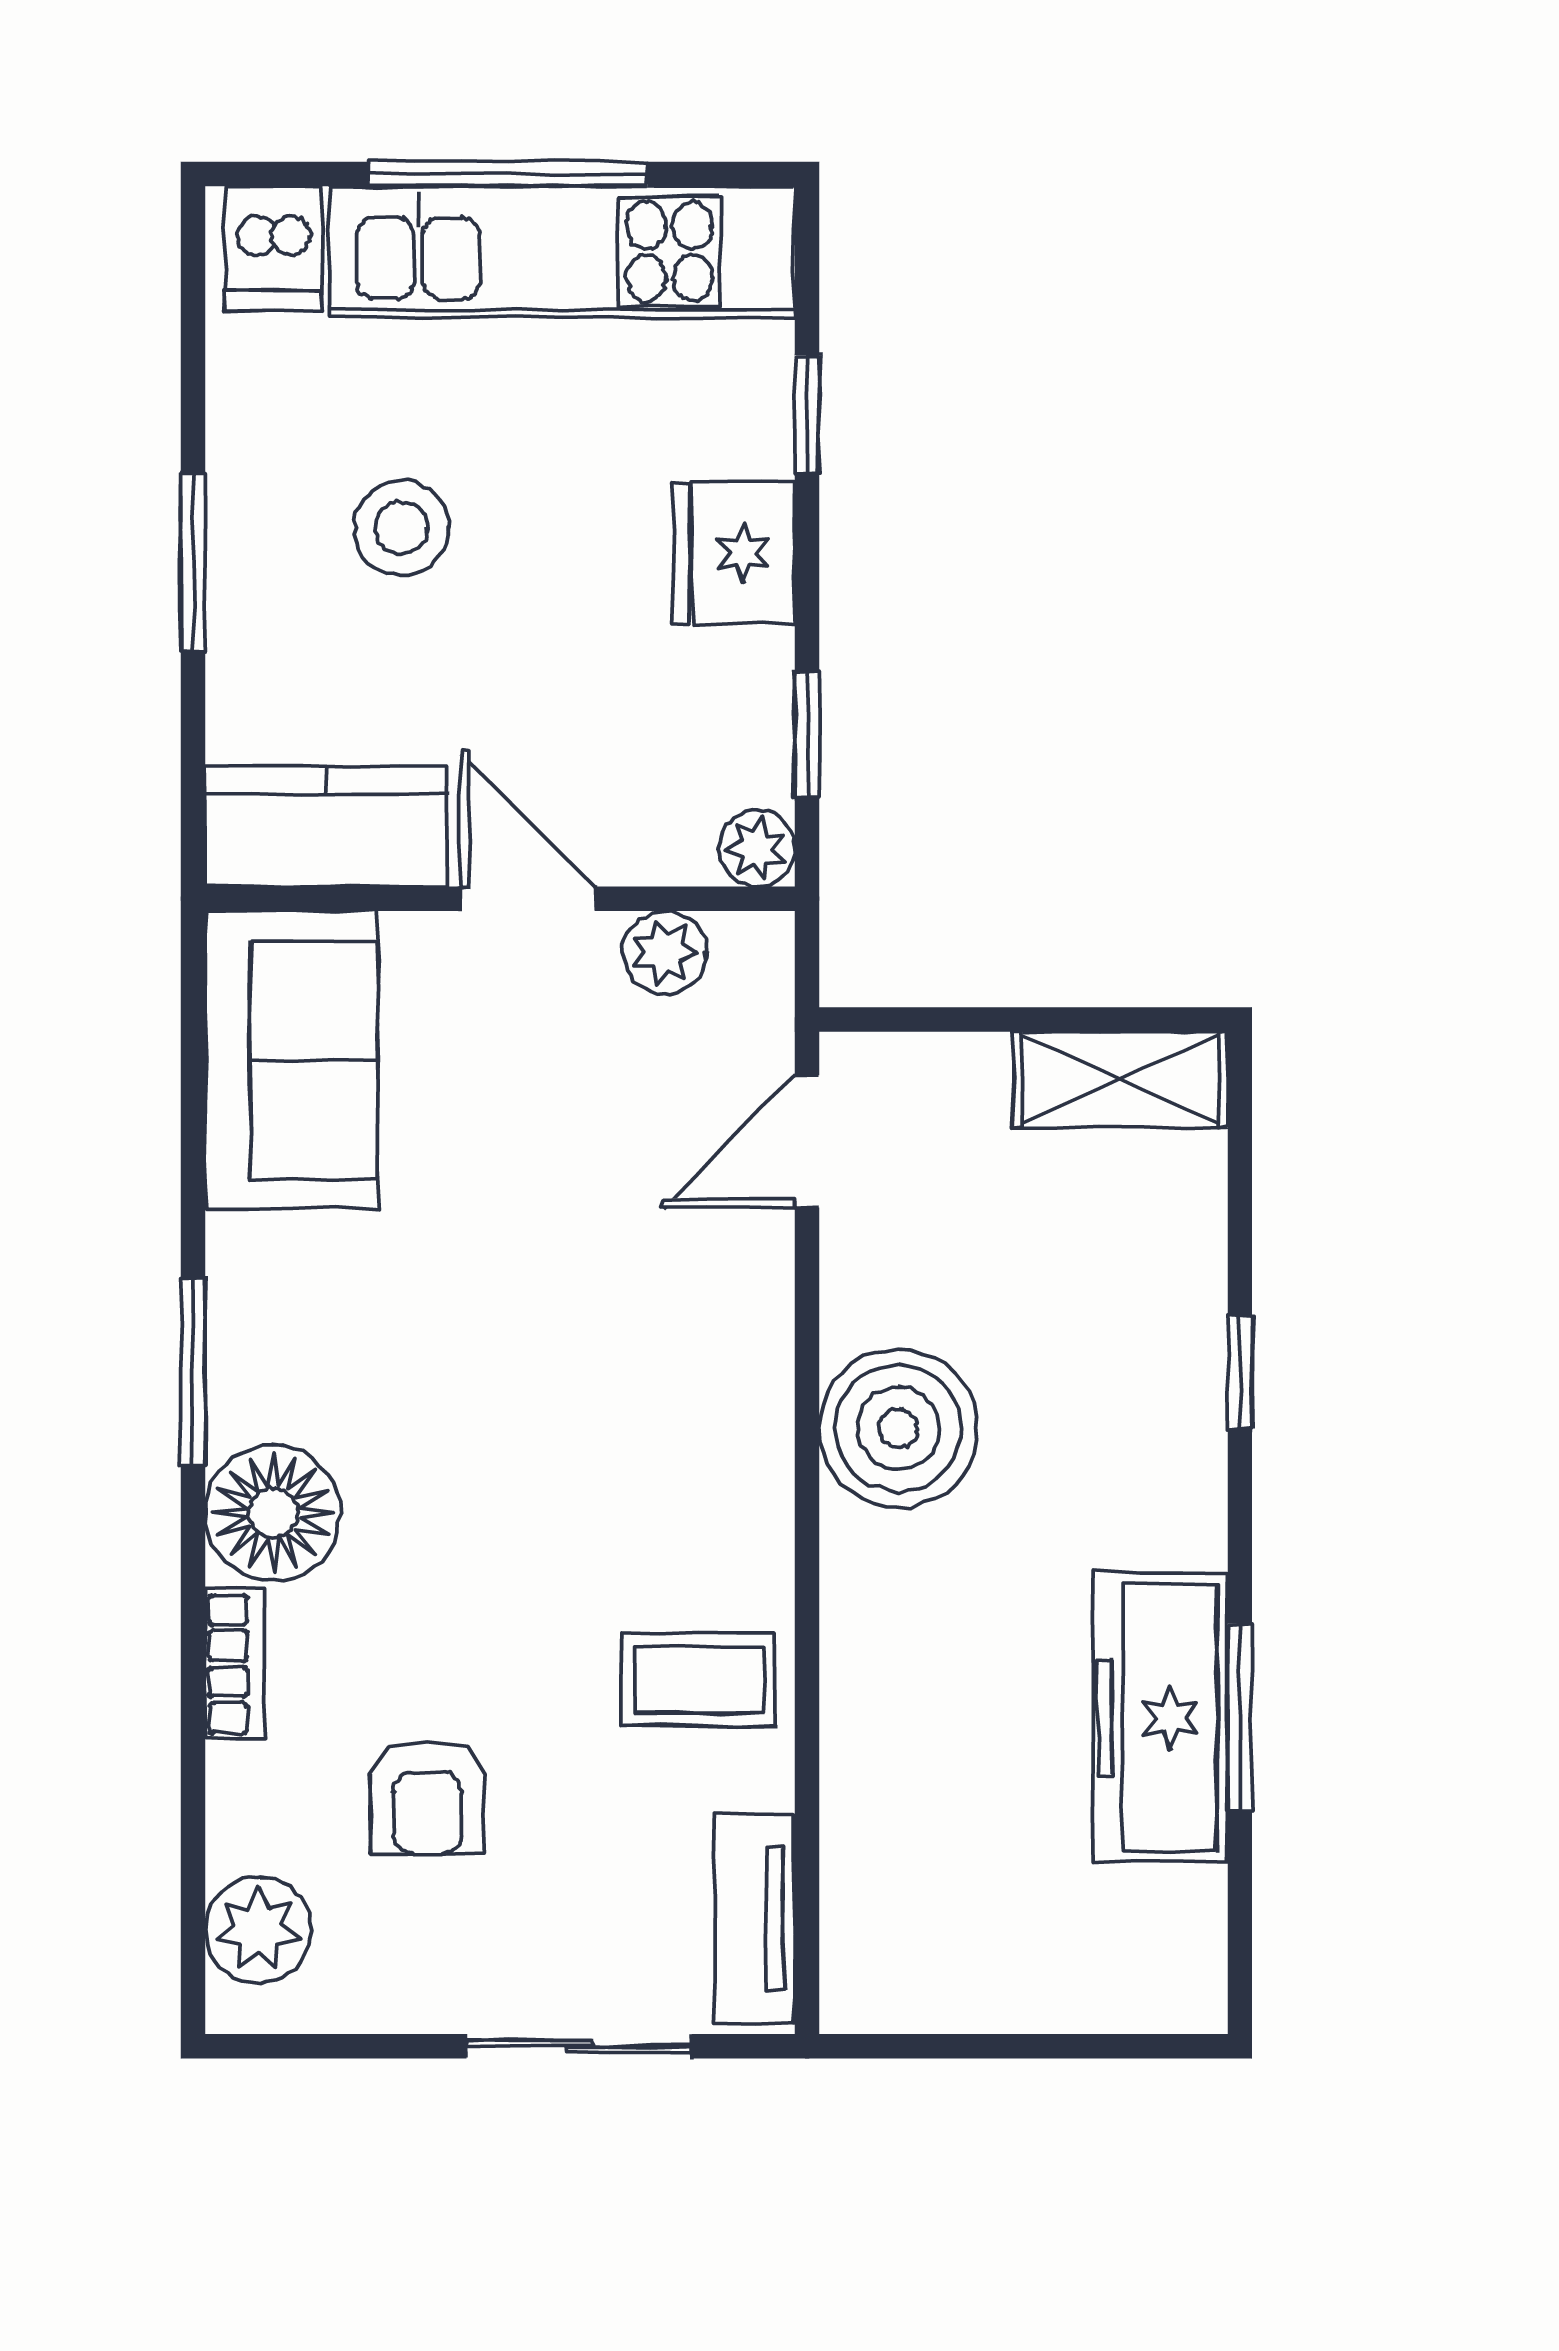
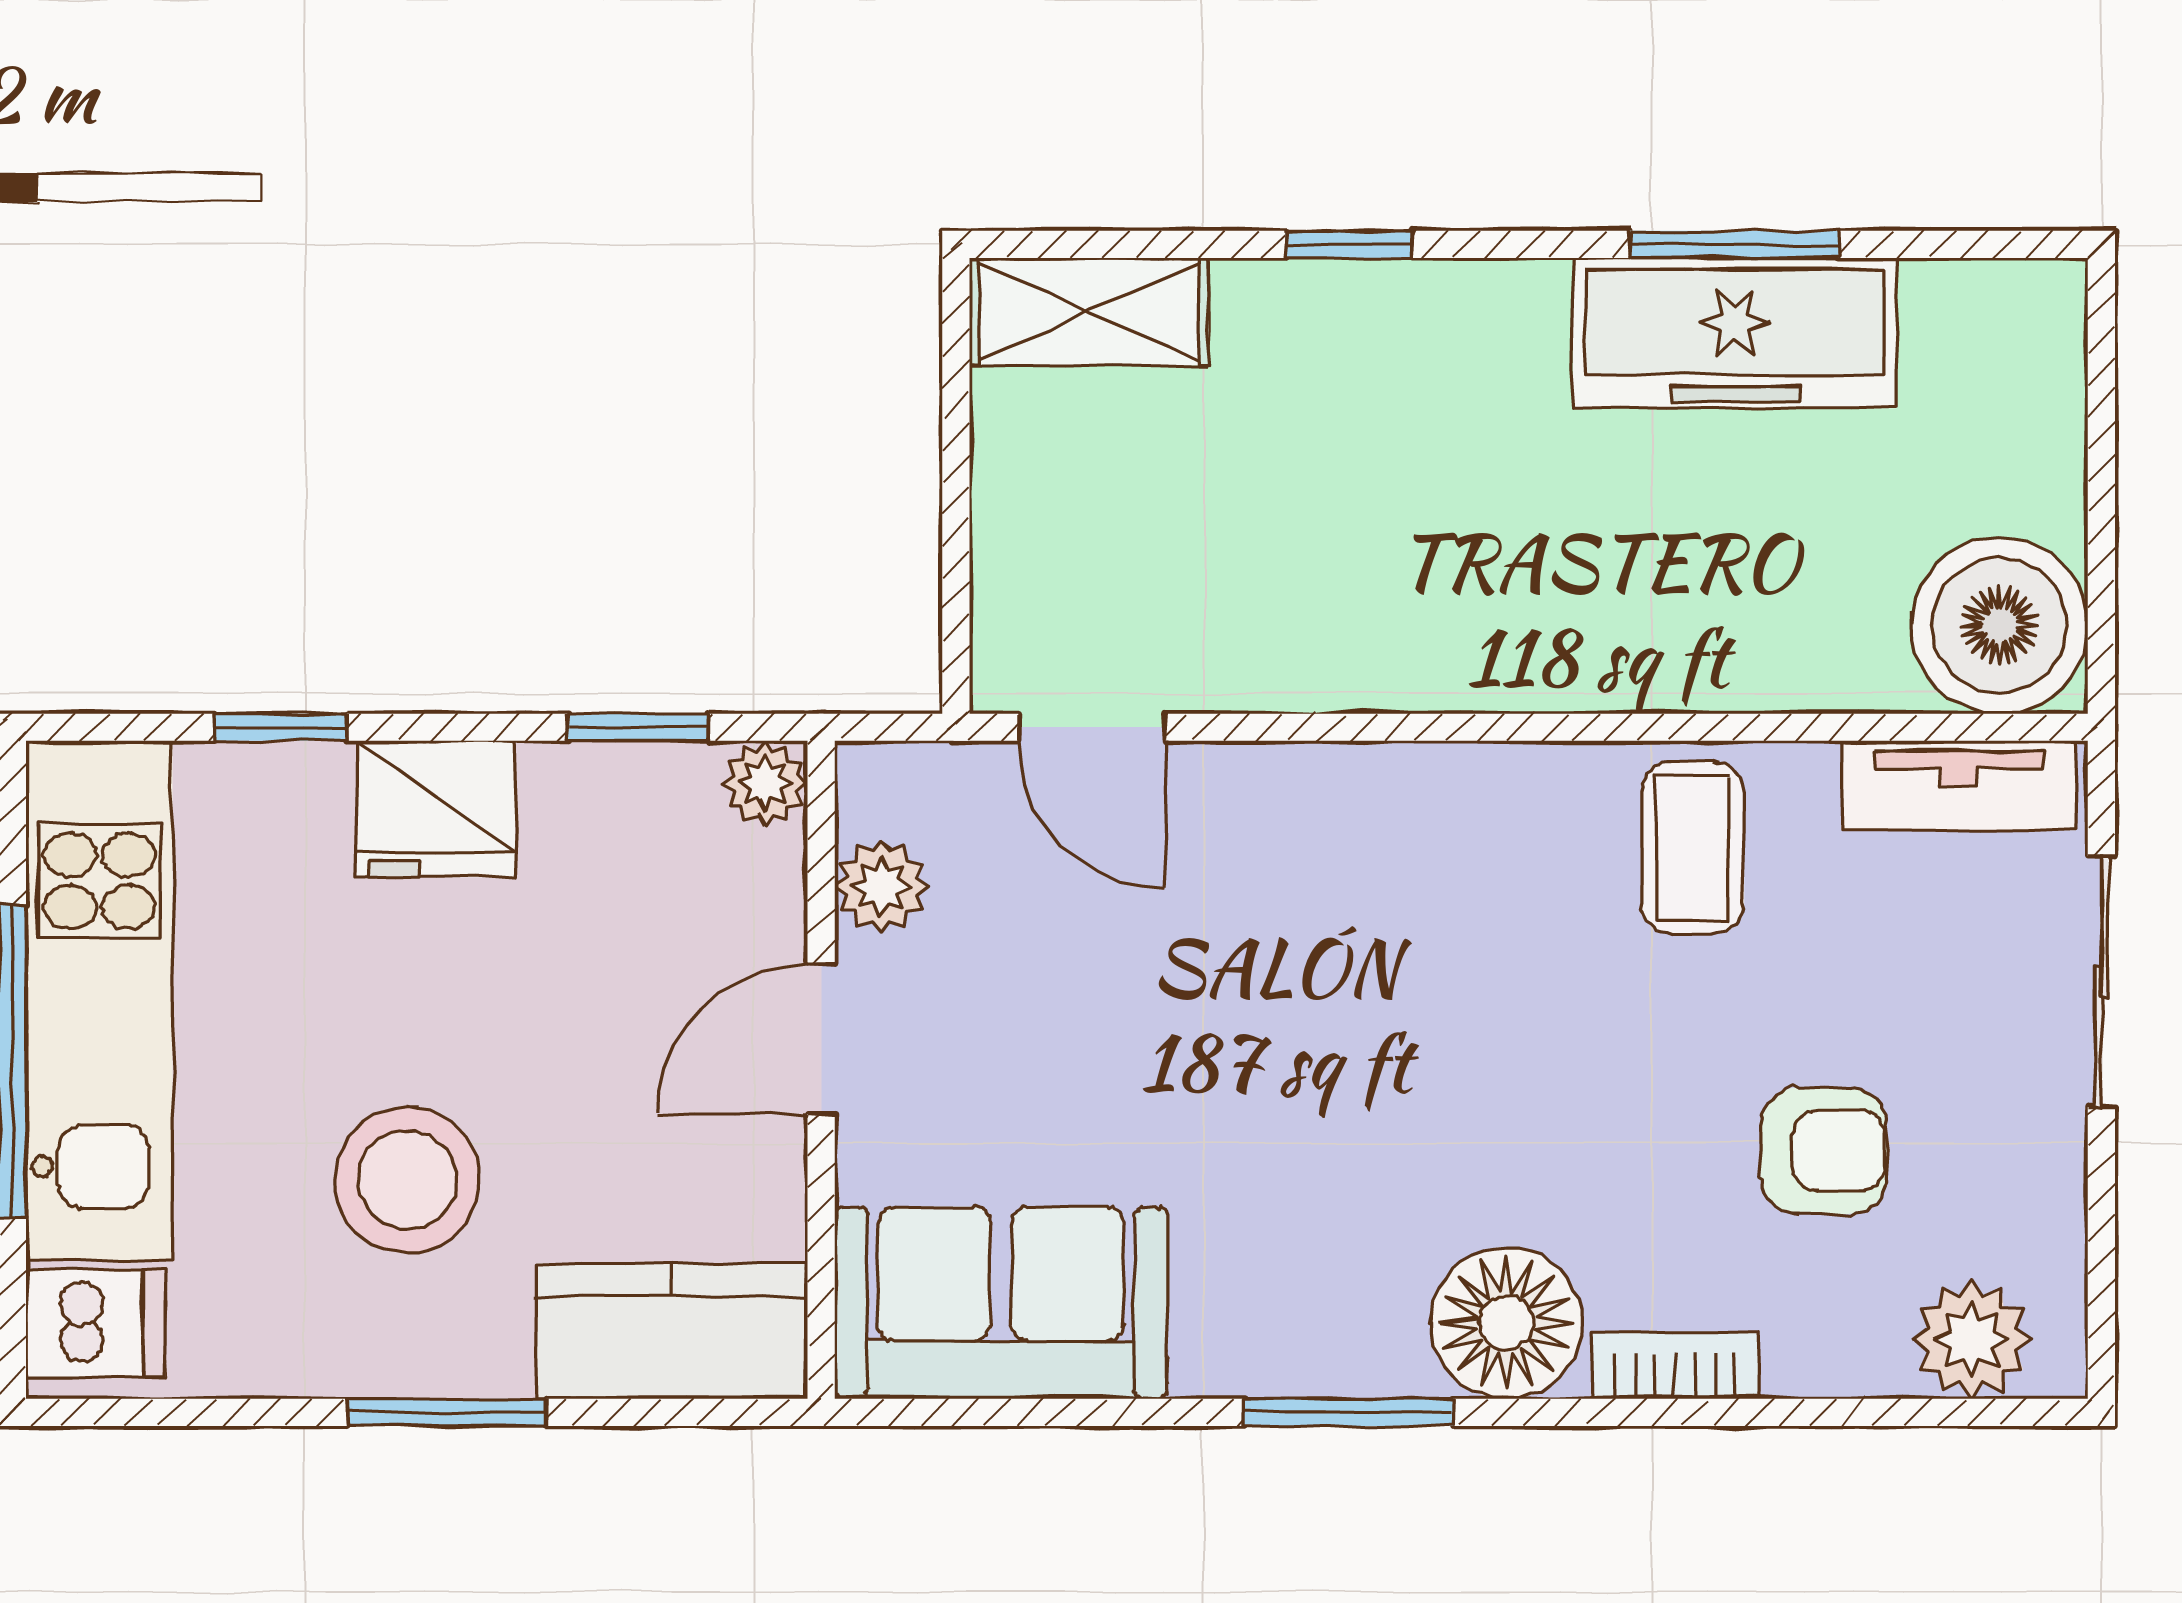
stool: (401, 528) -> (407, 1180), width x1.38, depth x1.38
kitchen counter: (326, 826) -> (672, 1331), moved, turned 90
shelving: (1121, 1080) -> (1089, 312), moved, turned 90
boiler: (899, 1428) -> (1999, 625), moved

